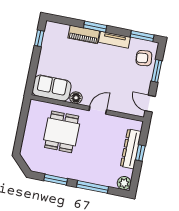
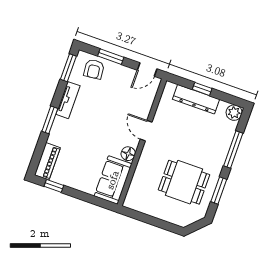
piano: (84, 34) -> (47, 161), moved
dining table: (62, 132) -> (184, 182), moved

